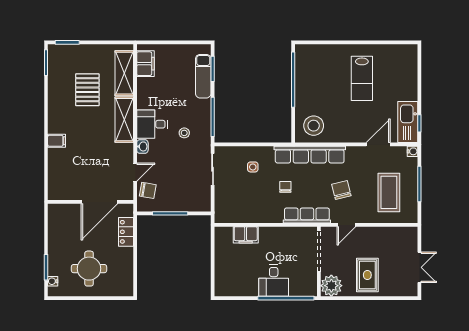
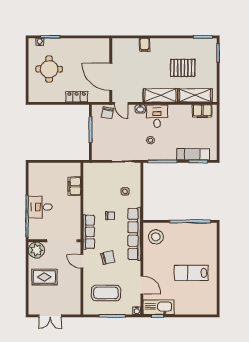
wall: (91, 202) -> (111, 70), moved
door: (99, 202) -> (111, 77), moved

